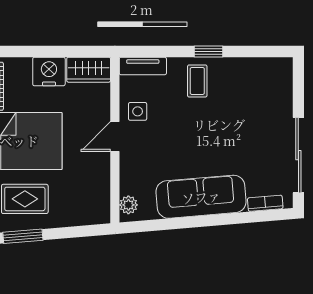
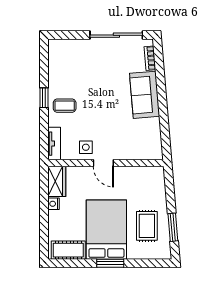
nightstand: (49, 71) -> (54, 204), width x0.53, depth x0.56
sofa: (201, 197) -> (145, 95), width x0.73
plant: (128, 205) -> (151, 154), removed

